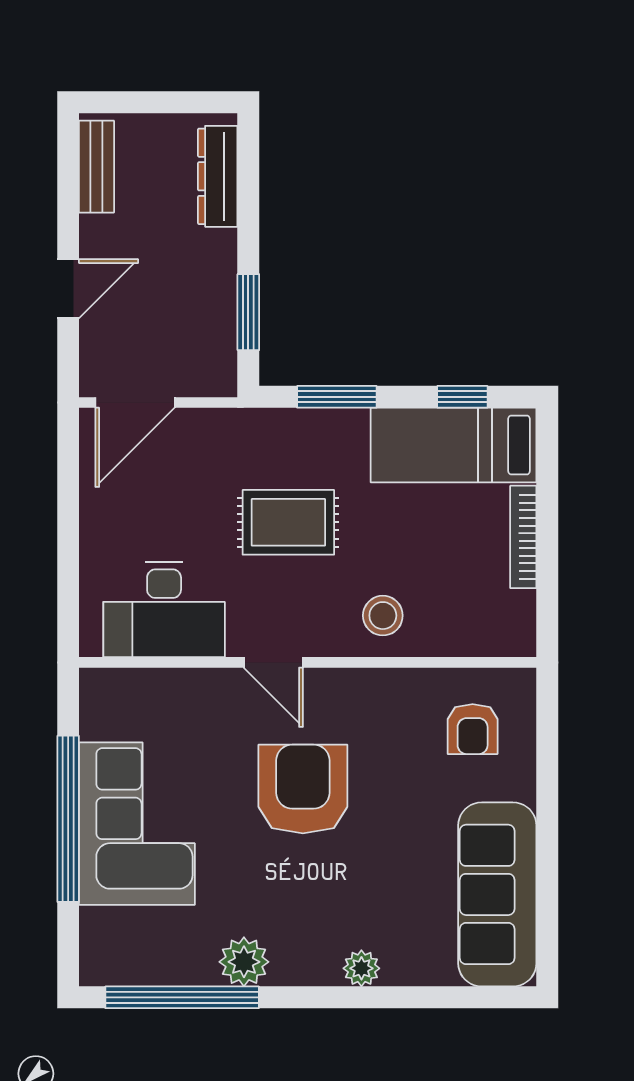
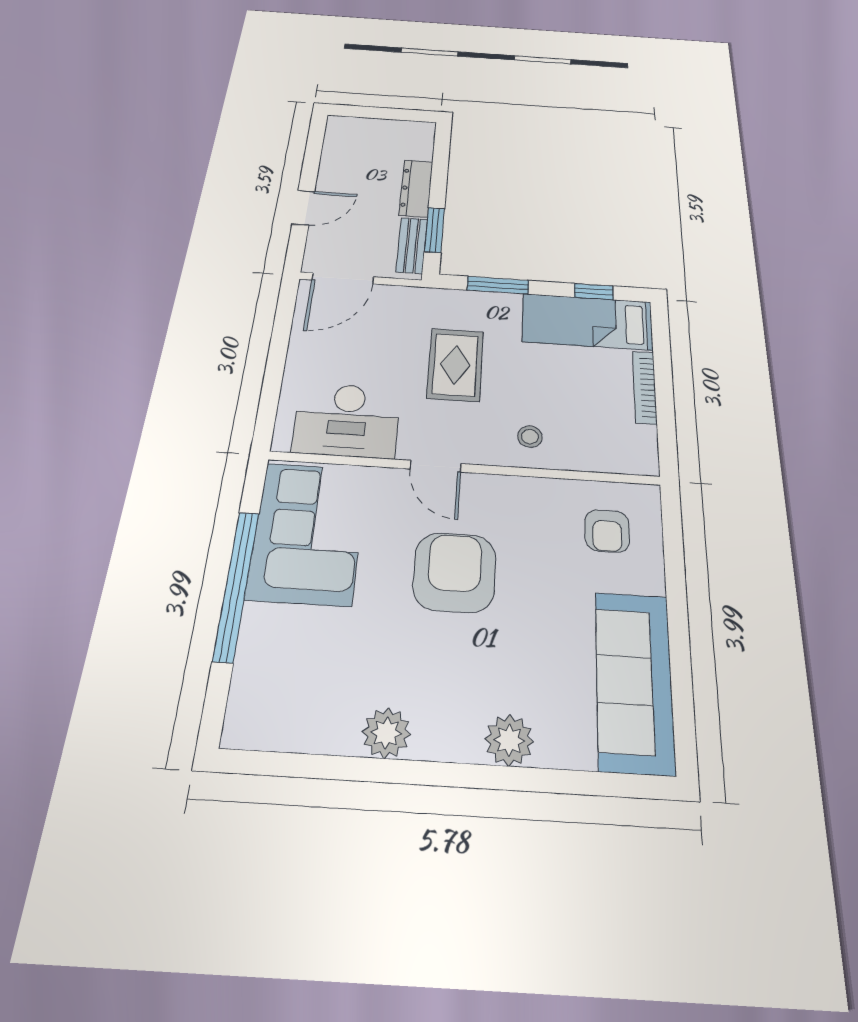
bench: (96, 167) -> (412, 245), moved
dresser: (218, 176) -> (416, 188), moved
rug: (288, 522) -> (455, 365), turned 90
stool: (383, 616) -> (530, 437), width x0.73, depth x0.73
corner sofa: (137, 824) -> (308, 533), moved
plant: (361, 968) -> (509, 740), width x1.38, depth x1.38
window: (182, 997) -> (321, 767), removed

